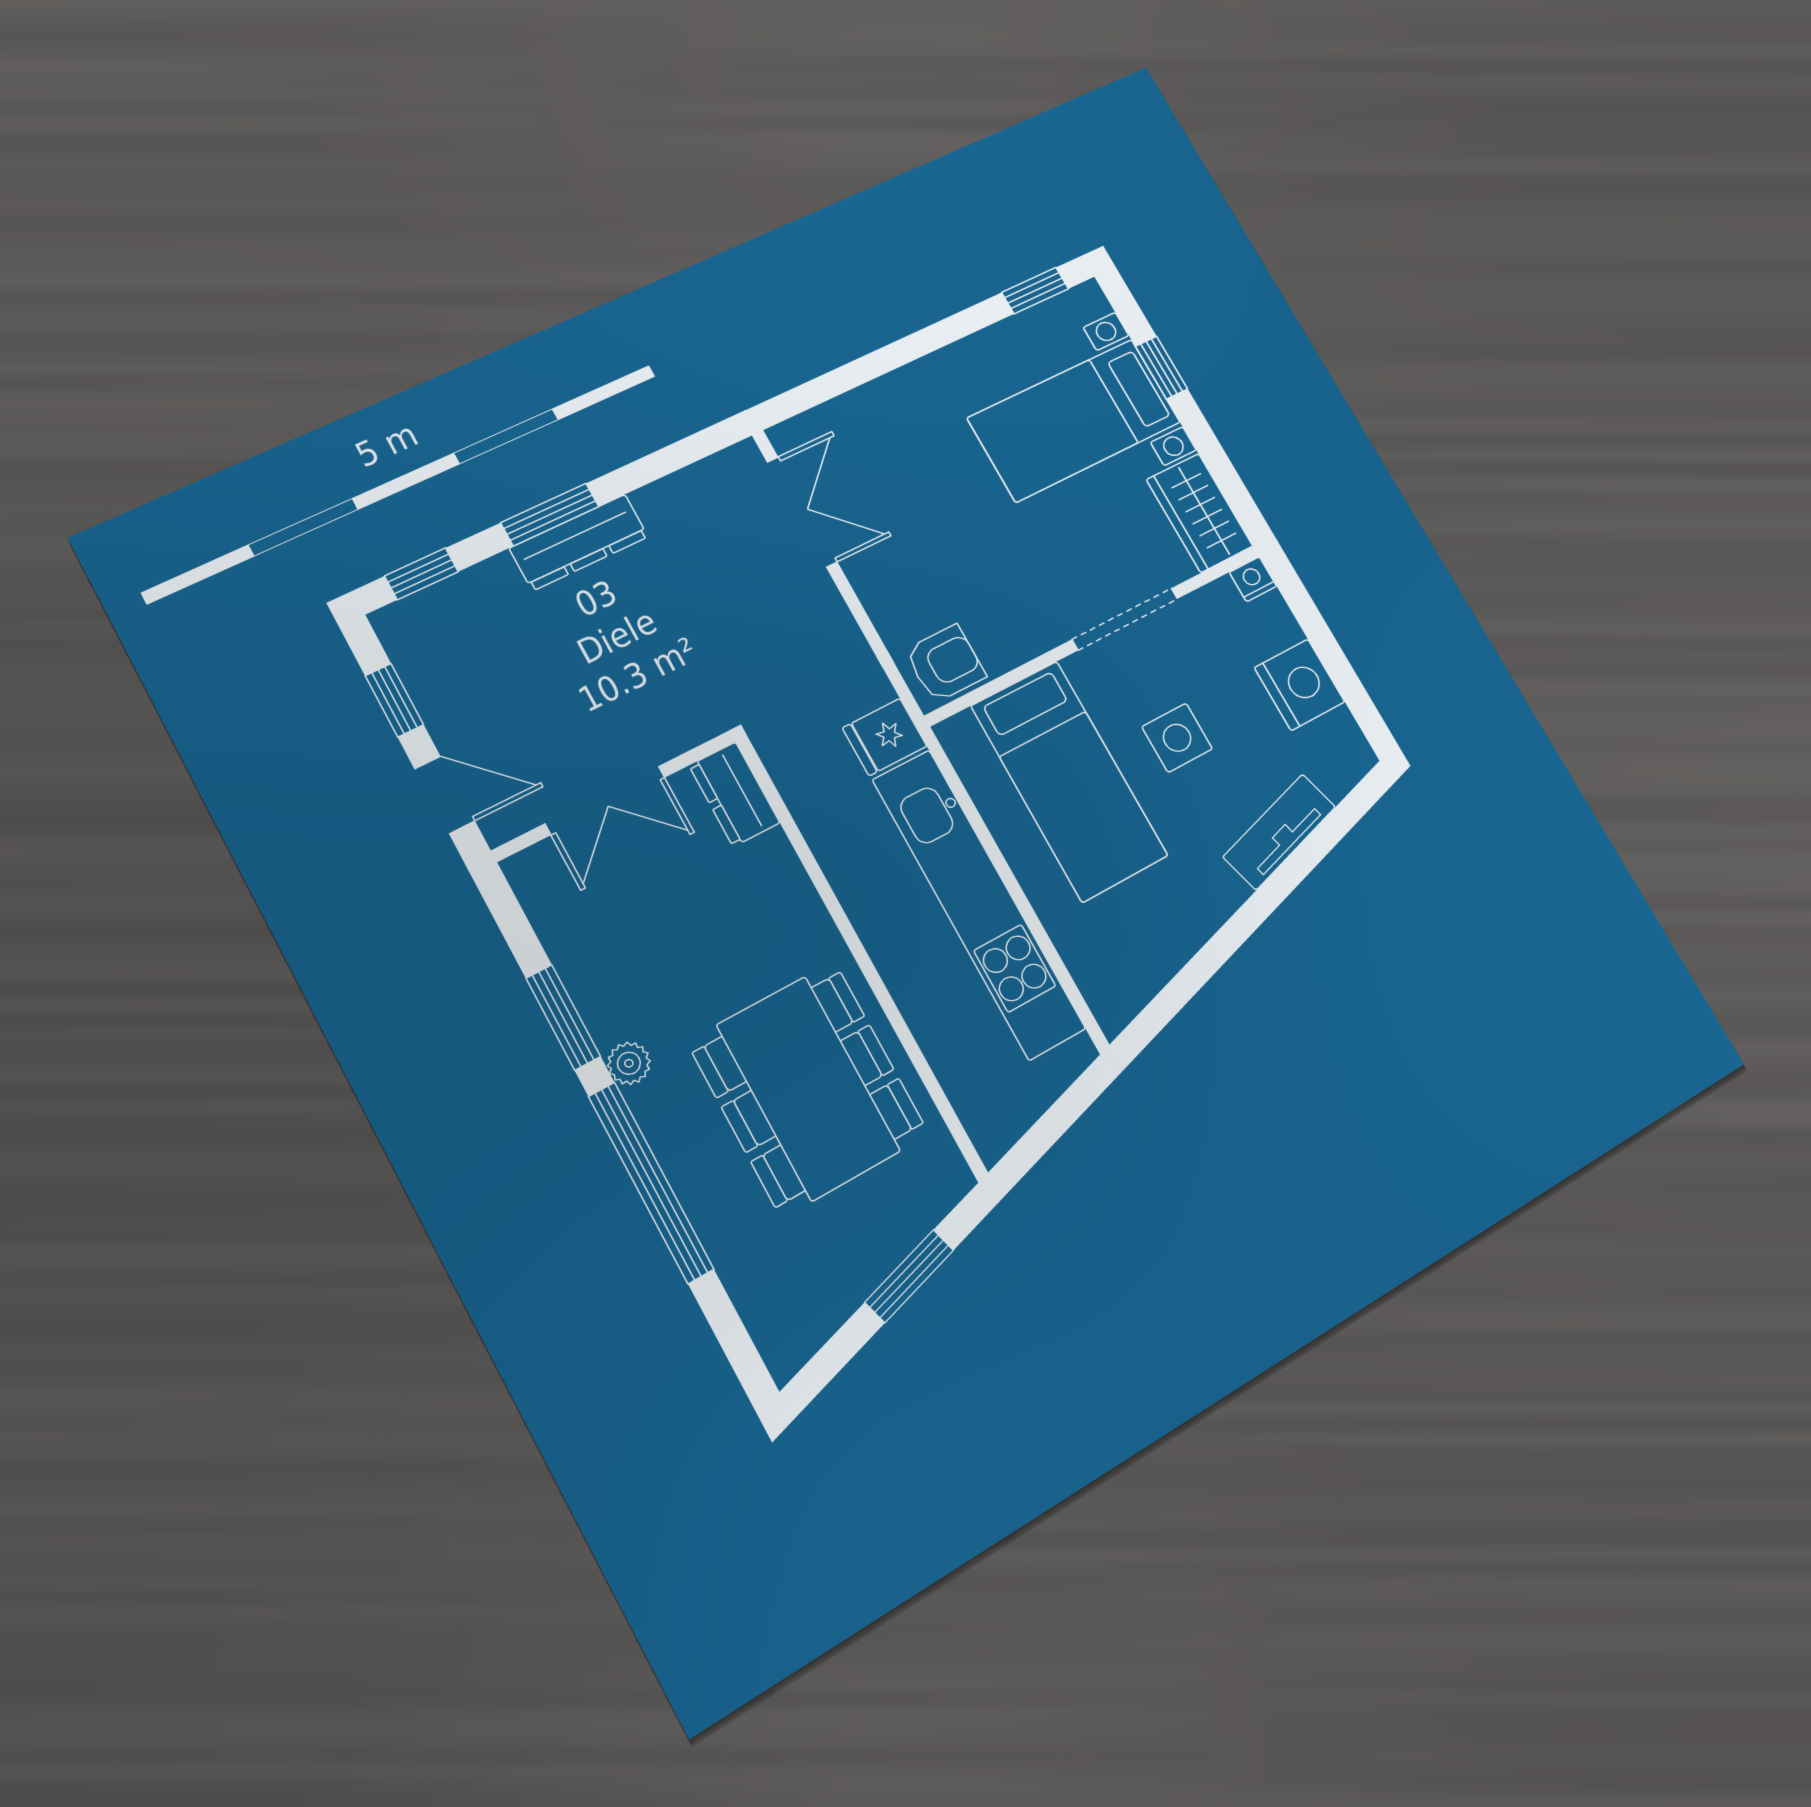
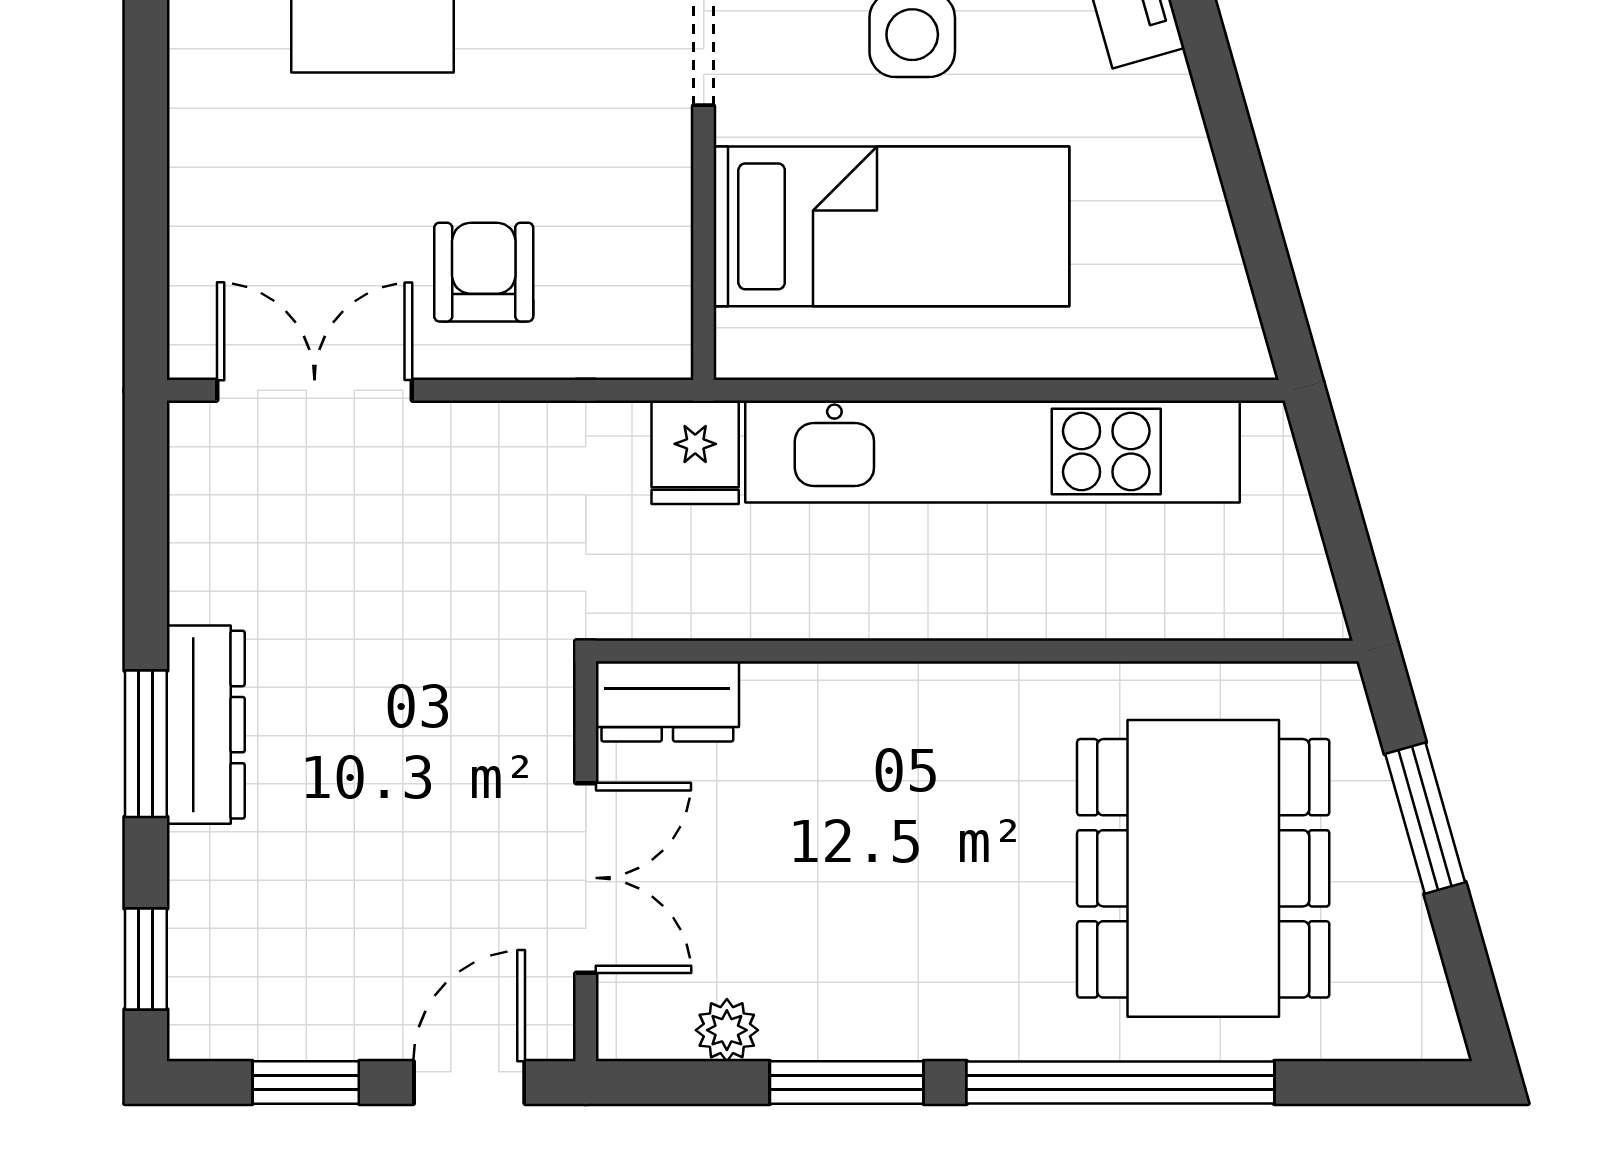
armchair: (945, 664) -> (484, 272), moved
plant: (629, 1063) -> (727, 1030), moved
dining table: (808, 1088) -> (1203, 868), moved, turned 90

